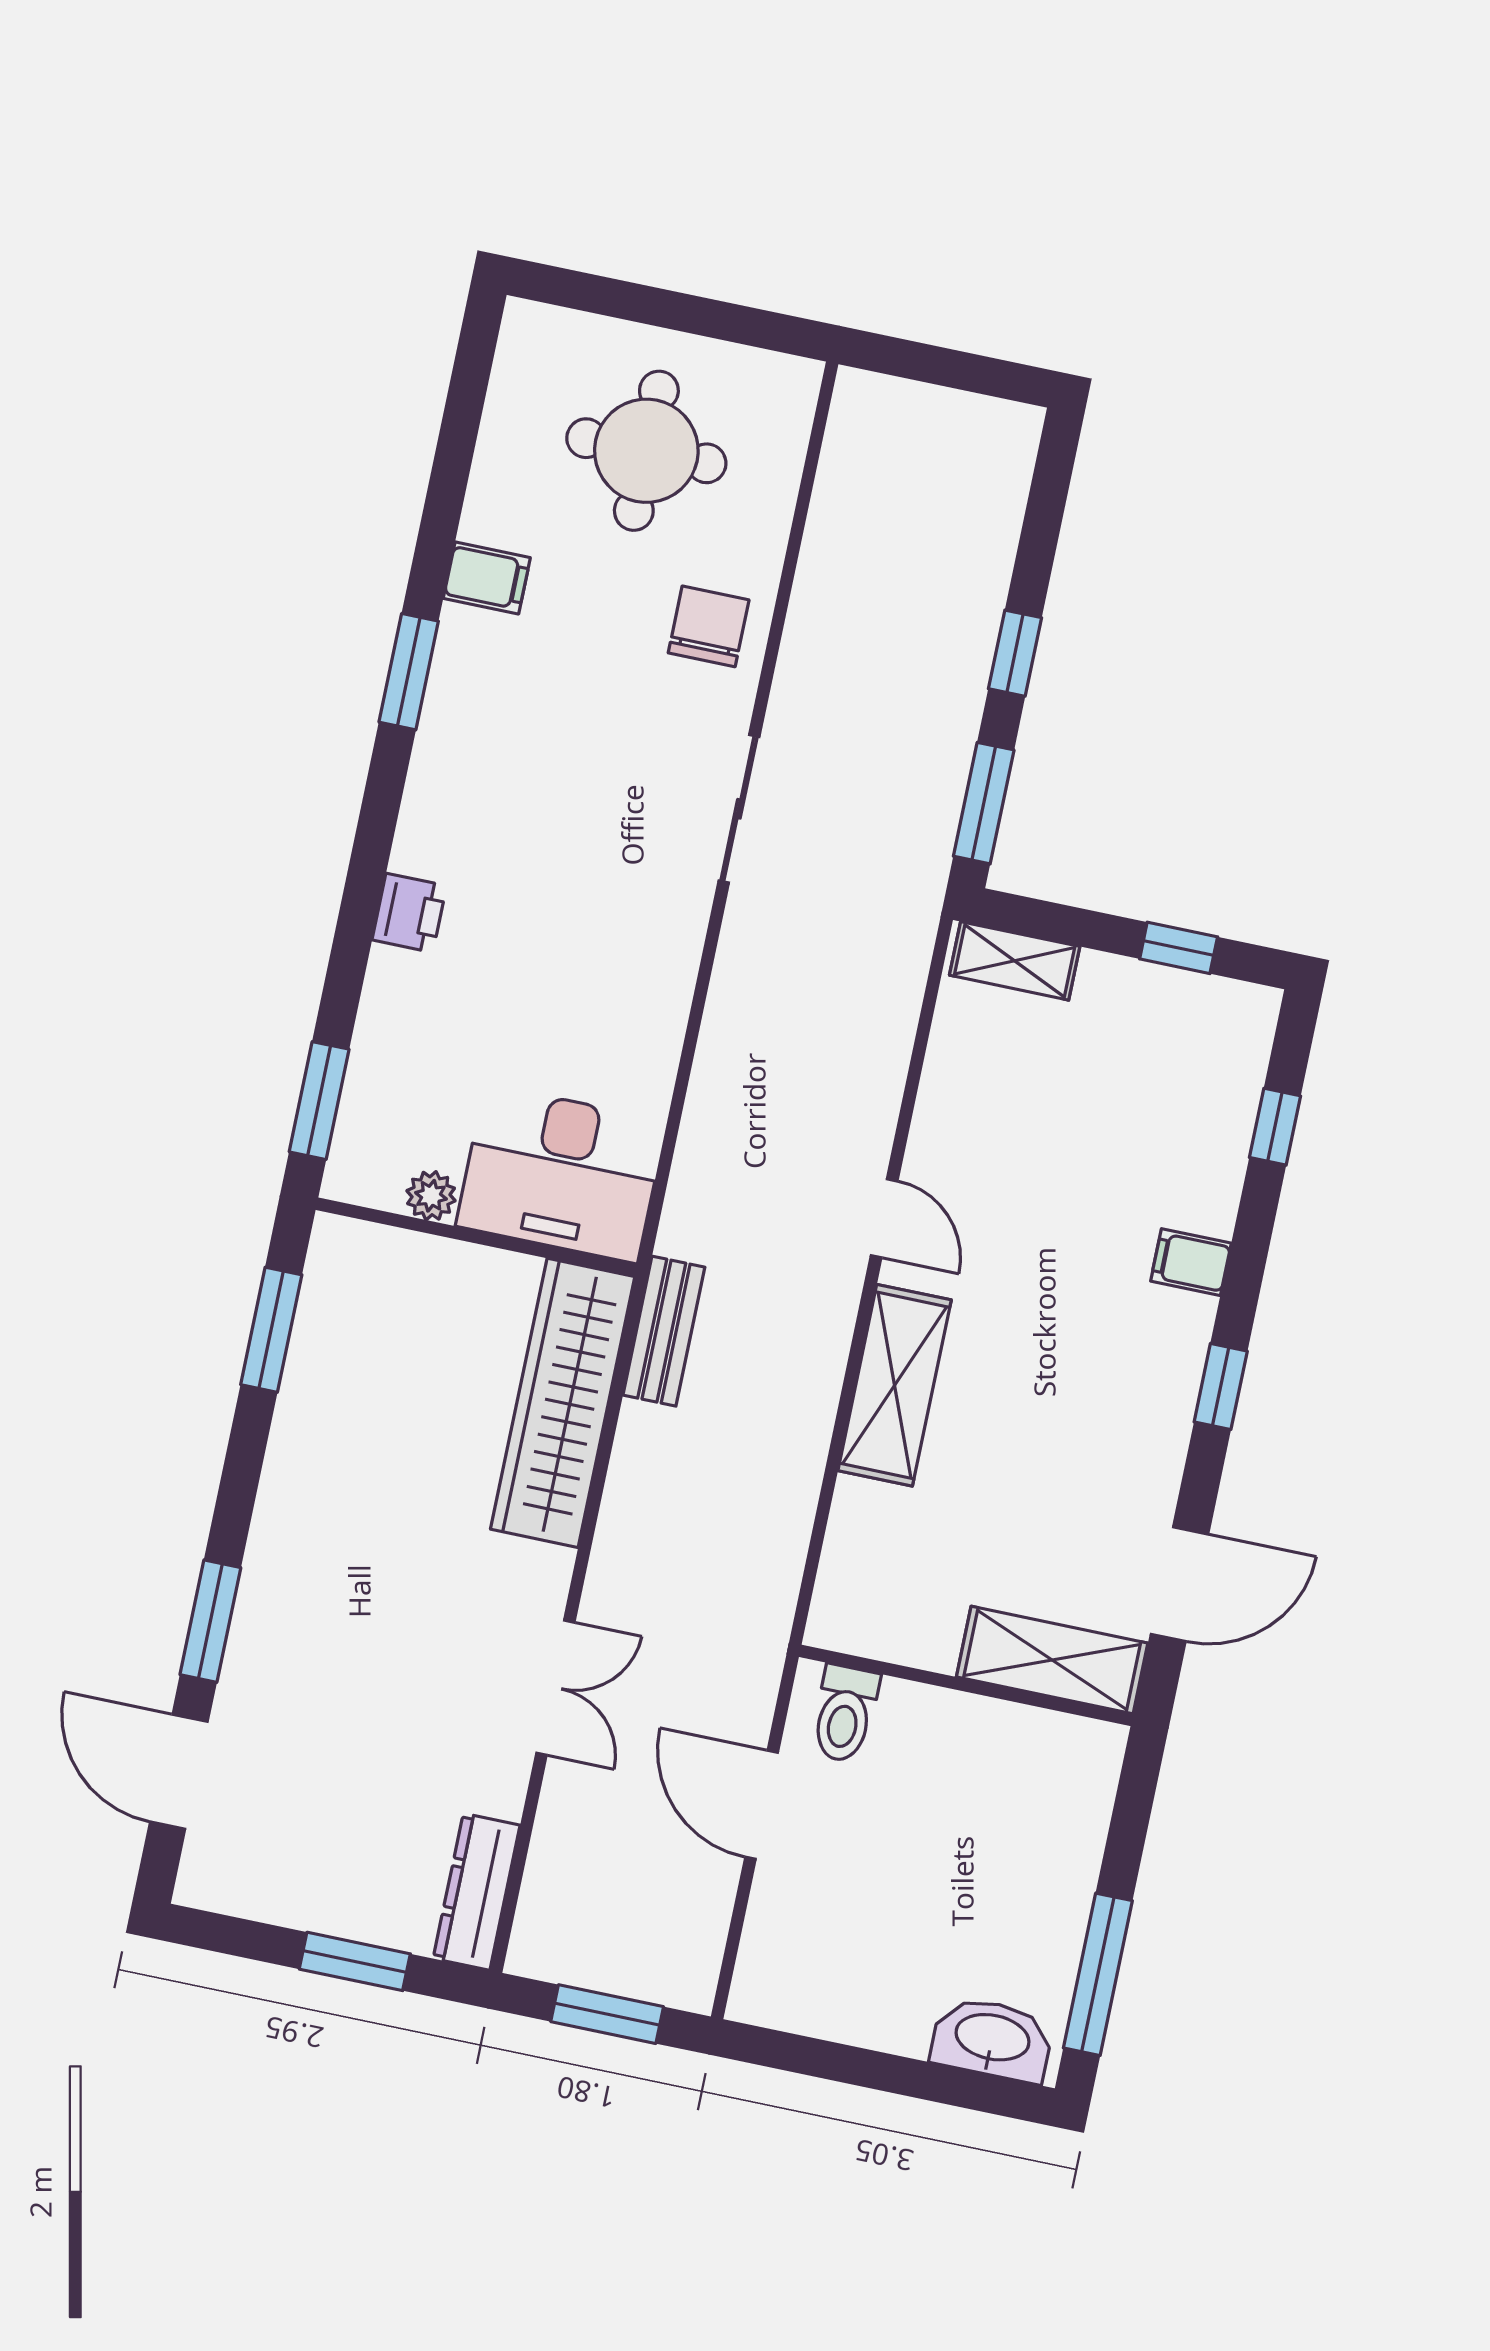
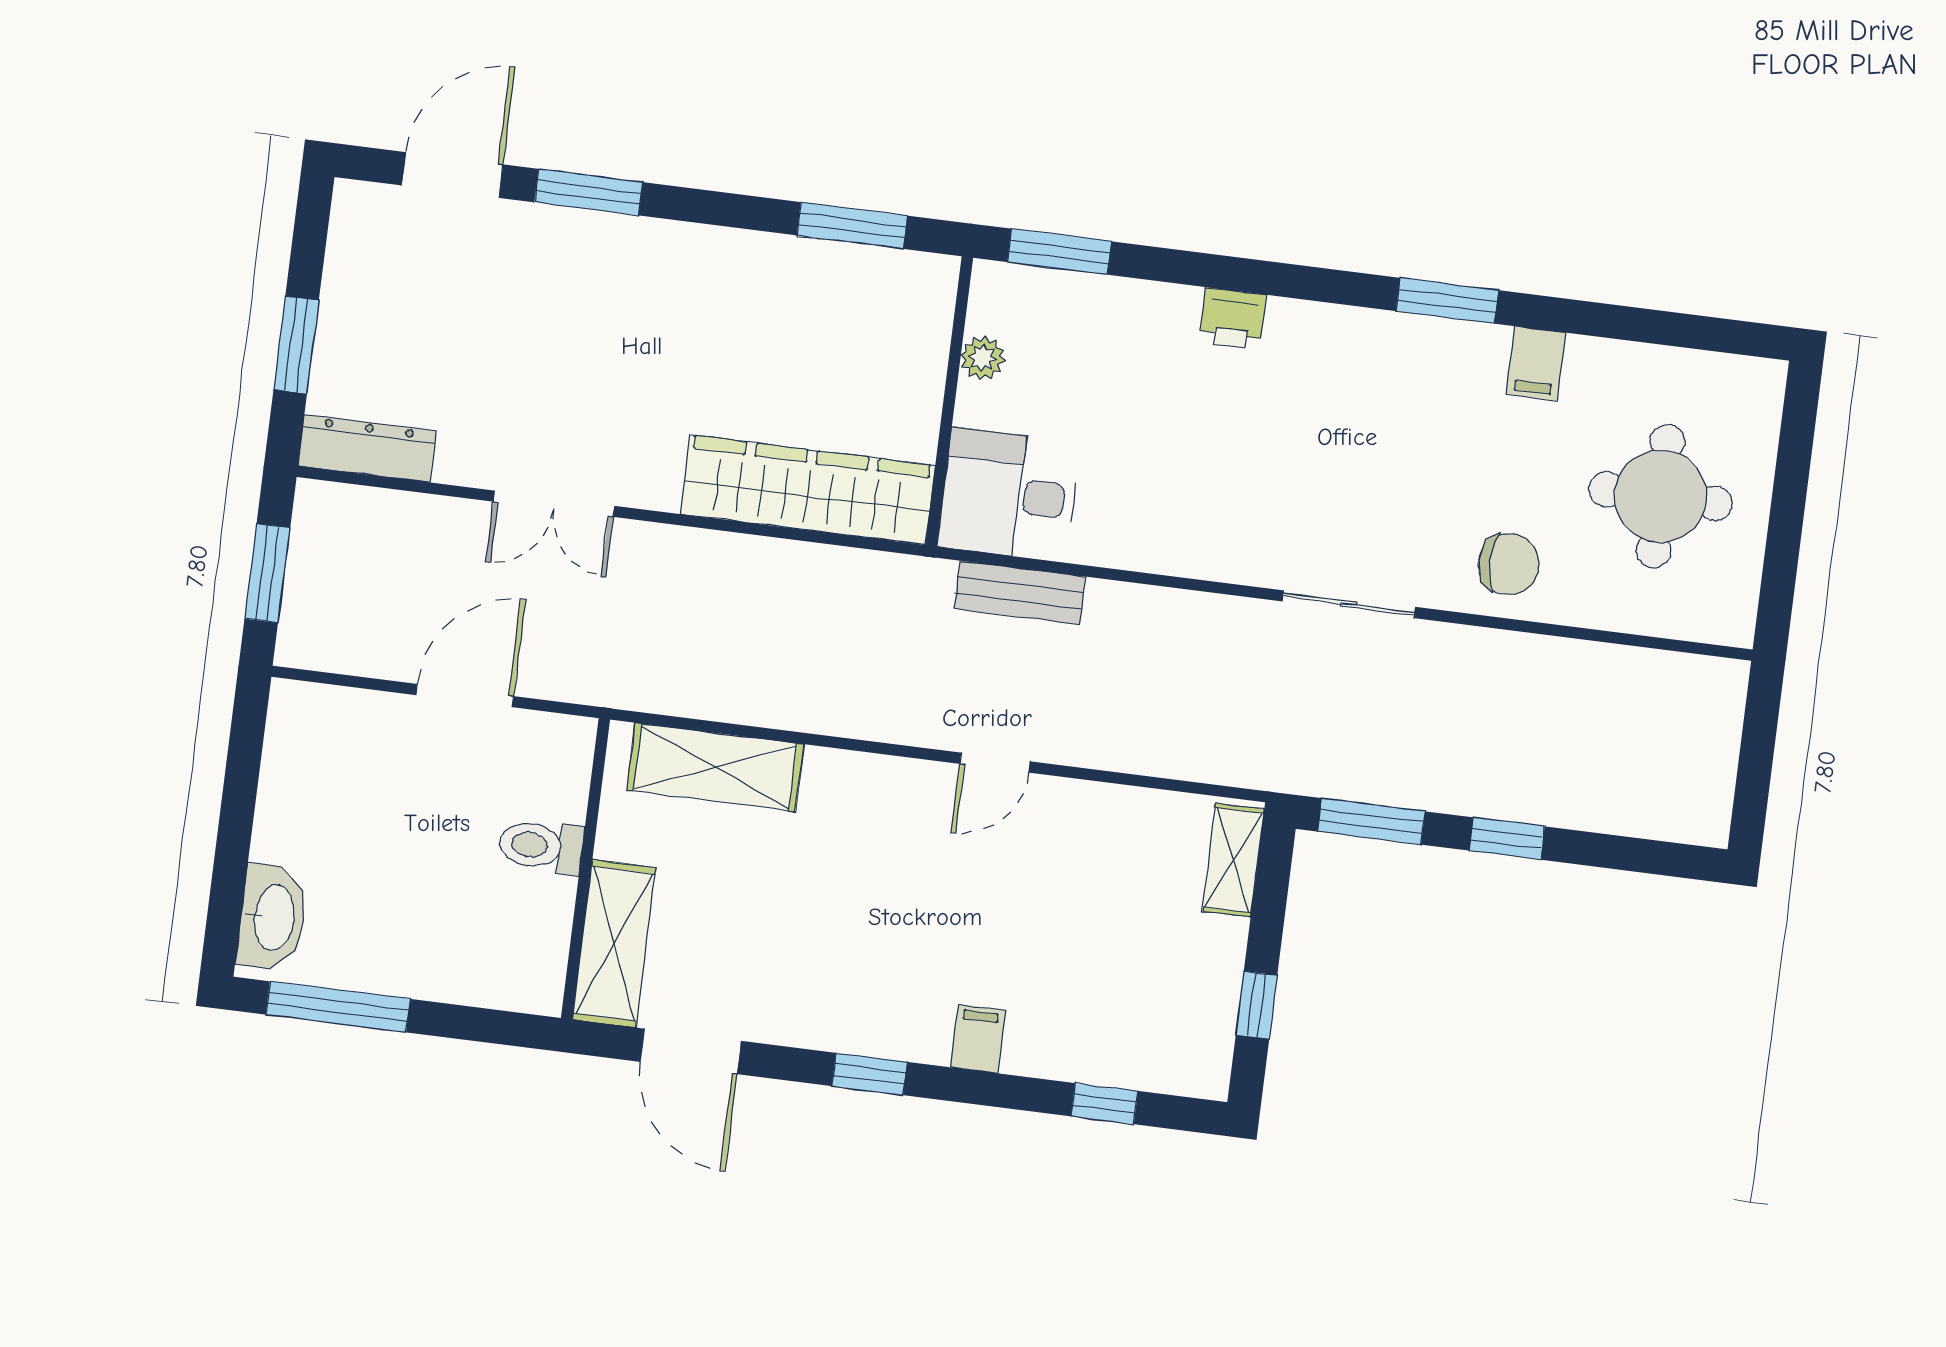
desk: (561, 1174) -> (1009, 495), width x0.73
bench: (664, 1331) -> (1020, 593), moved
shelving: (895, 1385) -> (715, 767), moved
toilet: (845, 1714) -> (541, 846), moved

